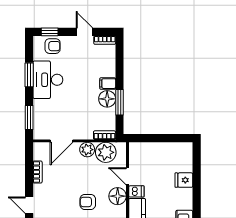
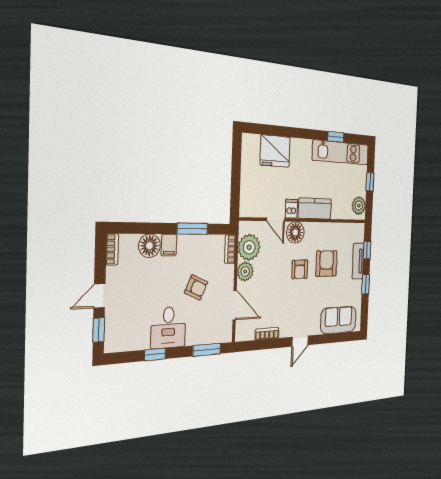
door: (84, 32) -> (99, 296), moved
armchair: (53, 46) -> (196, 287), moved, turned 114
window: (29, 75) -> (155, 354), width x0.67
desk: (48, 80) -> (168, 328), width x0.73
floor lamp: (107, 99) -> (149, 246), moved
door: (127, 176) -> (276, 220), hinge flipped
fridge: (184, 180) -> (275, 151), width x1.88, depth x1.34

